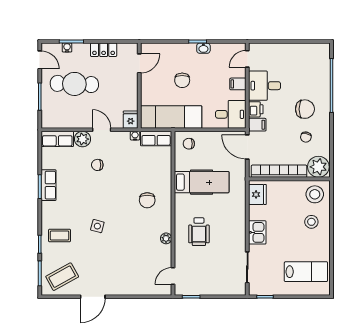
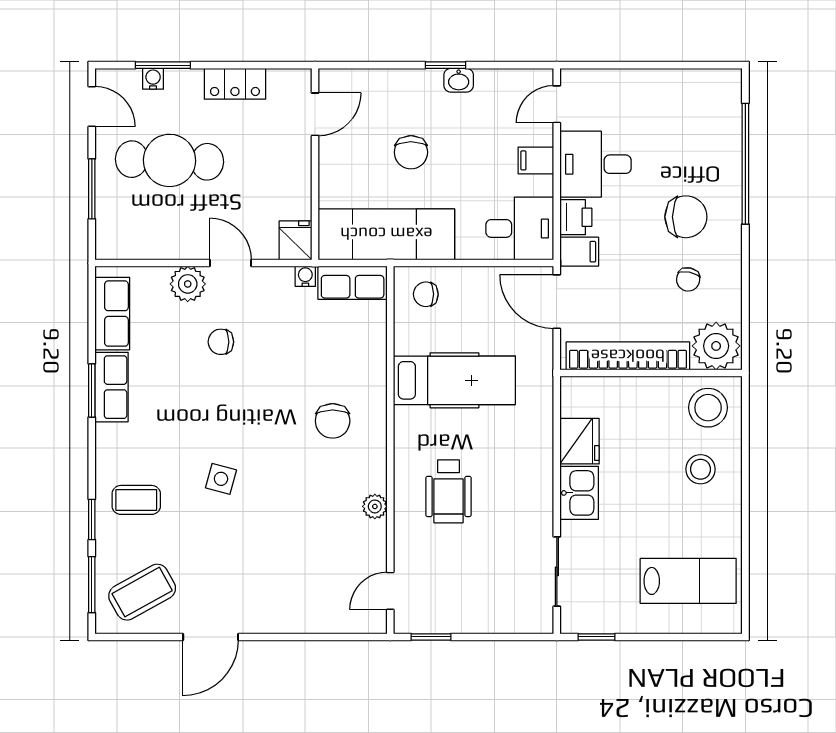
row of seats: (57, 139) -> (112, 314), moved, turned -90
fridge: (257, 194) -> (580, 441), moved

